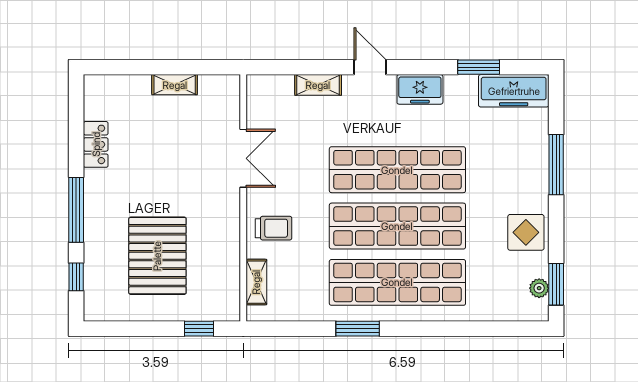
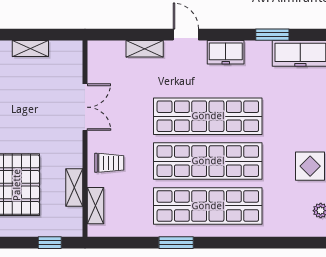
shelving: (230, 259) -> (74, 188), added

